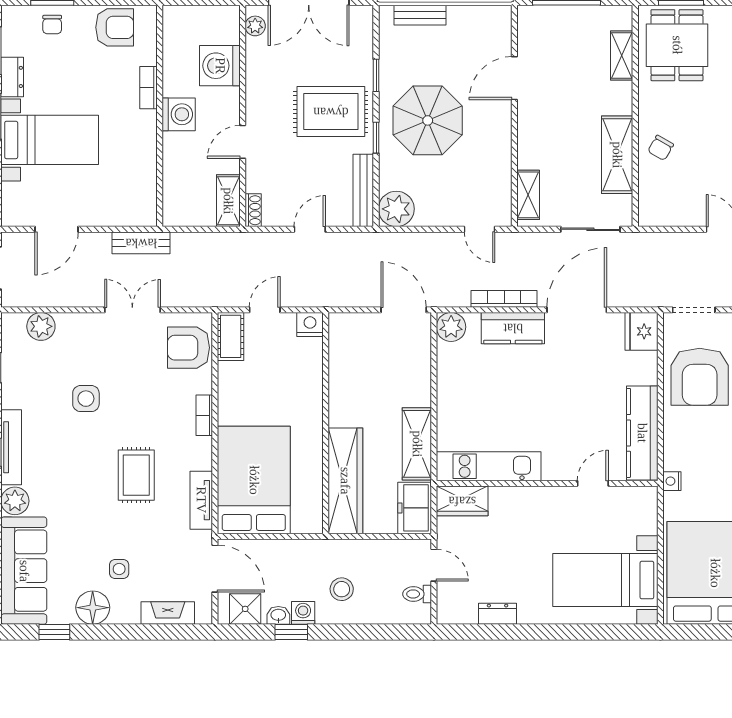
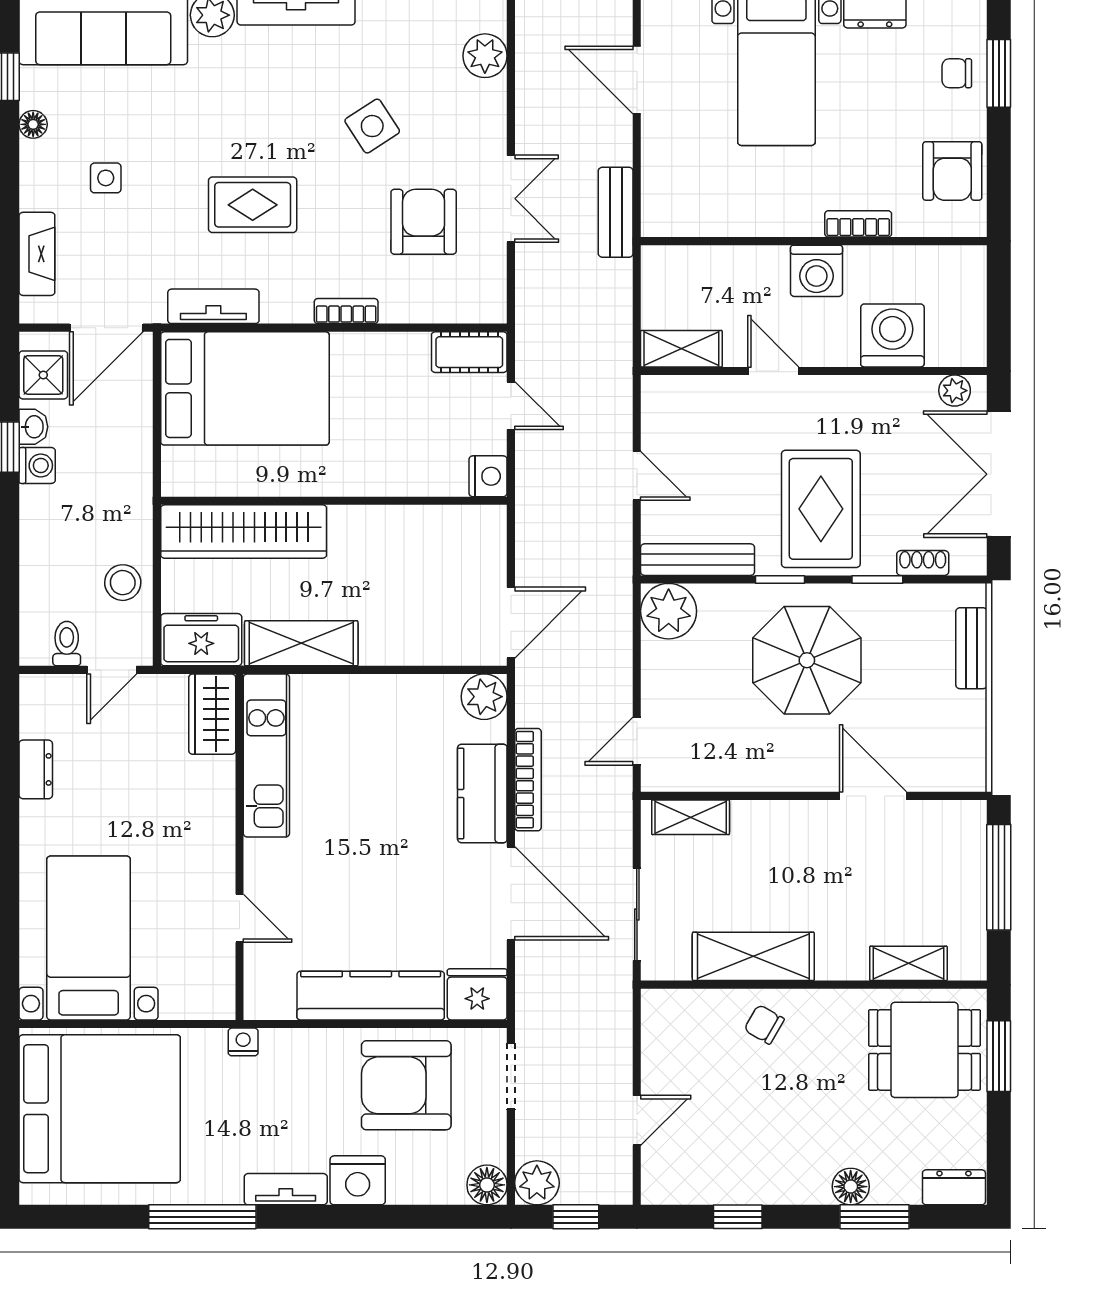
shoe rack: (253, 210) -> (923, 563), moved, turned 180
armchair: (188, 348) -> (424, 222), moved
side table: (86, 399) -> (372, 126), turned -33
kitchen counter: (642, 433) -> (371, 996), moved
stool: (342, 589) -> (123, 583), moved
floor lamp: (93, 608) -> (33, 124), width x0.53, depth x0.53

